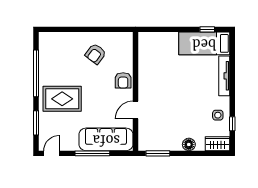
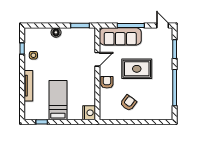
nightstand: (146, 41) -> (89, 113), added
bed: (204, 43) -> (58, 100), moved, turned -90
rug: (62, 99) -> (137, 69), moved
wardrobe: (218, 144) -> (34, 33), removed
door: (51, 153) -> (163, 26), swing flipped

